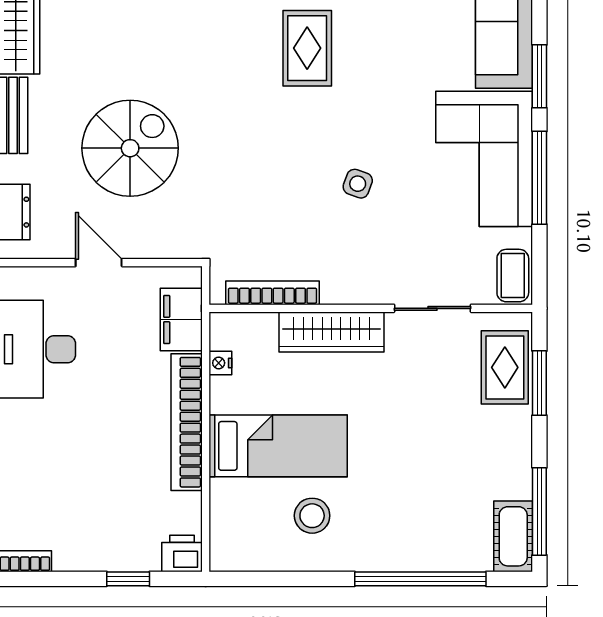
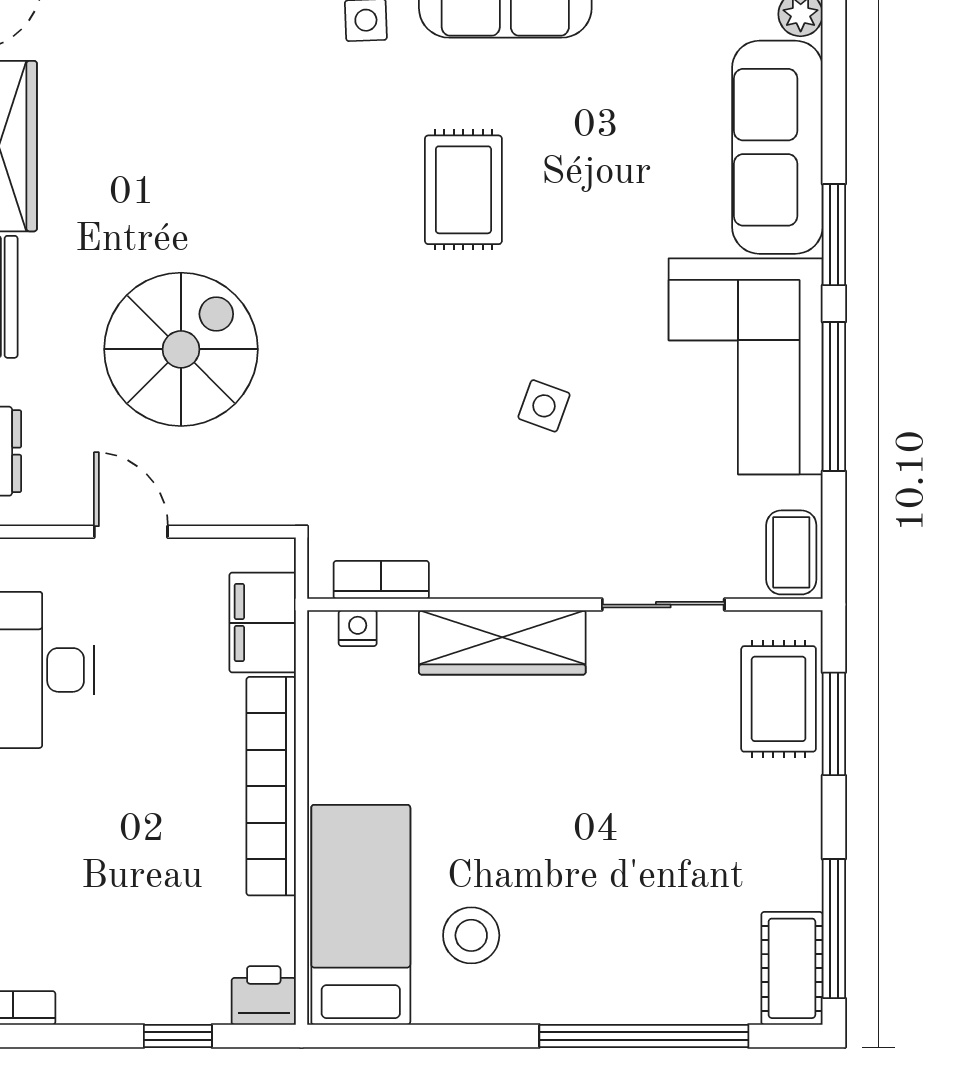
bookcase: (272, 293) -> (381, 580), width x0.64
nightstand: (220, 363) -> (358, 628), moved, turned 90
bed: (278, 446) -> (361, 915), moved, turned -90

